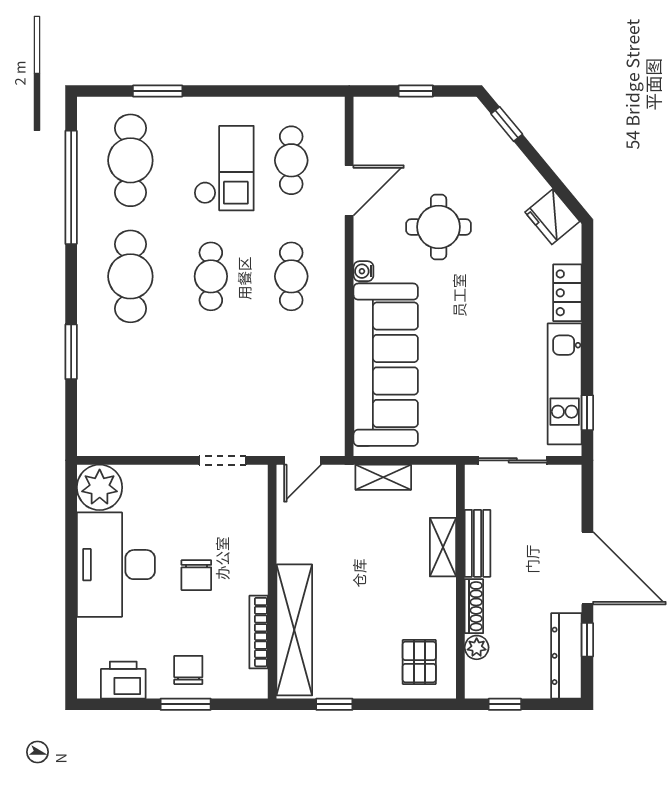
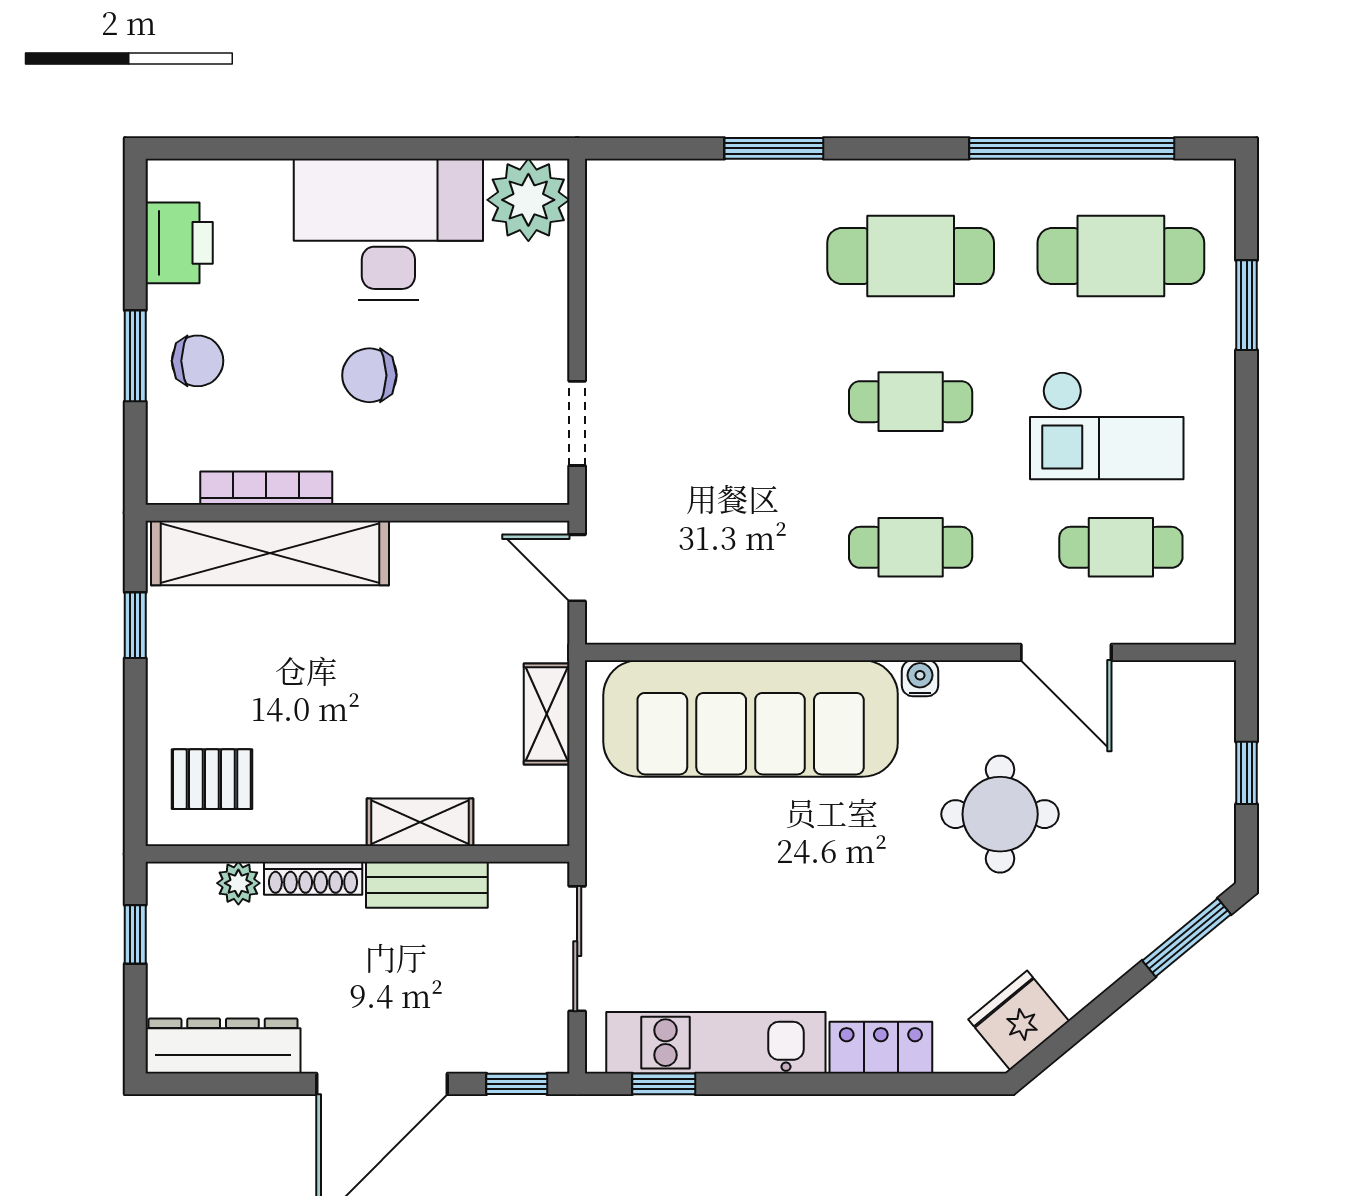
window: (507, 124) -> (1187, 938), width x1.50
window: (587, 640) -> (517, 1084), moved

